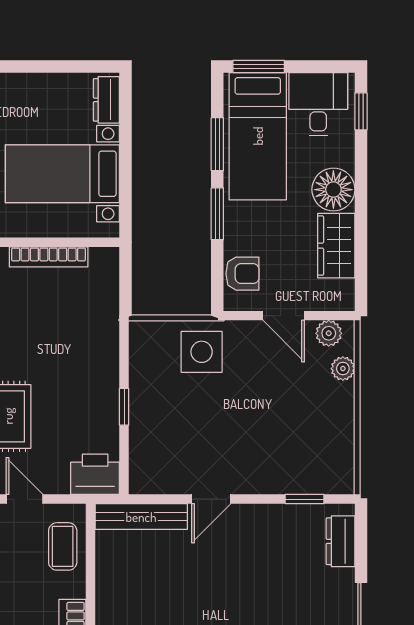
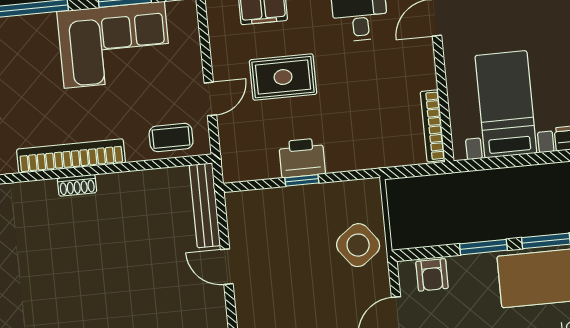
bookcase: (49, 257) -> (433, 126), moved
side table: (202, 352) -> (358, 245), turned -37
printer: (95, 474) -> (302, 158), moved, turned -90

